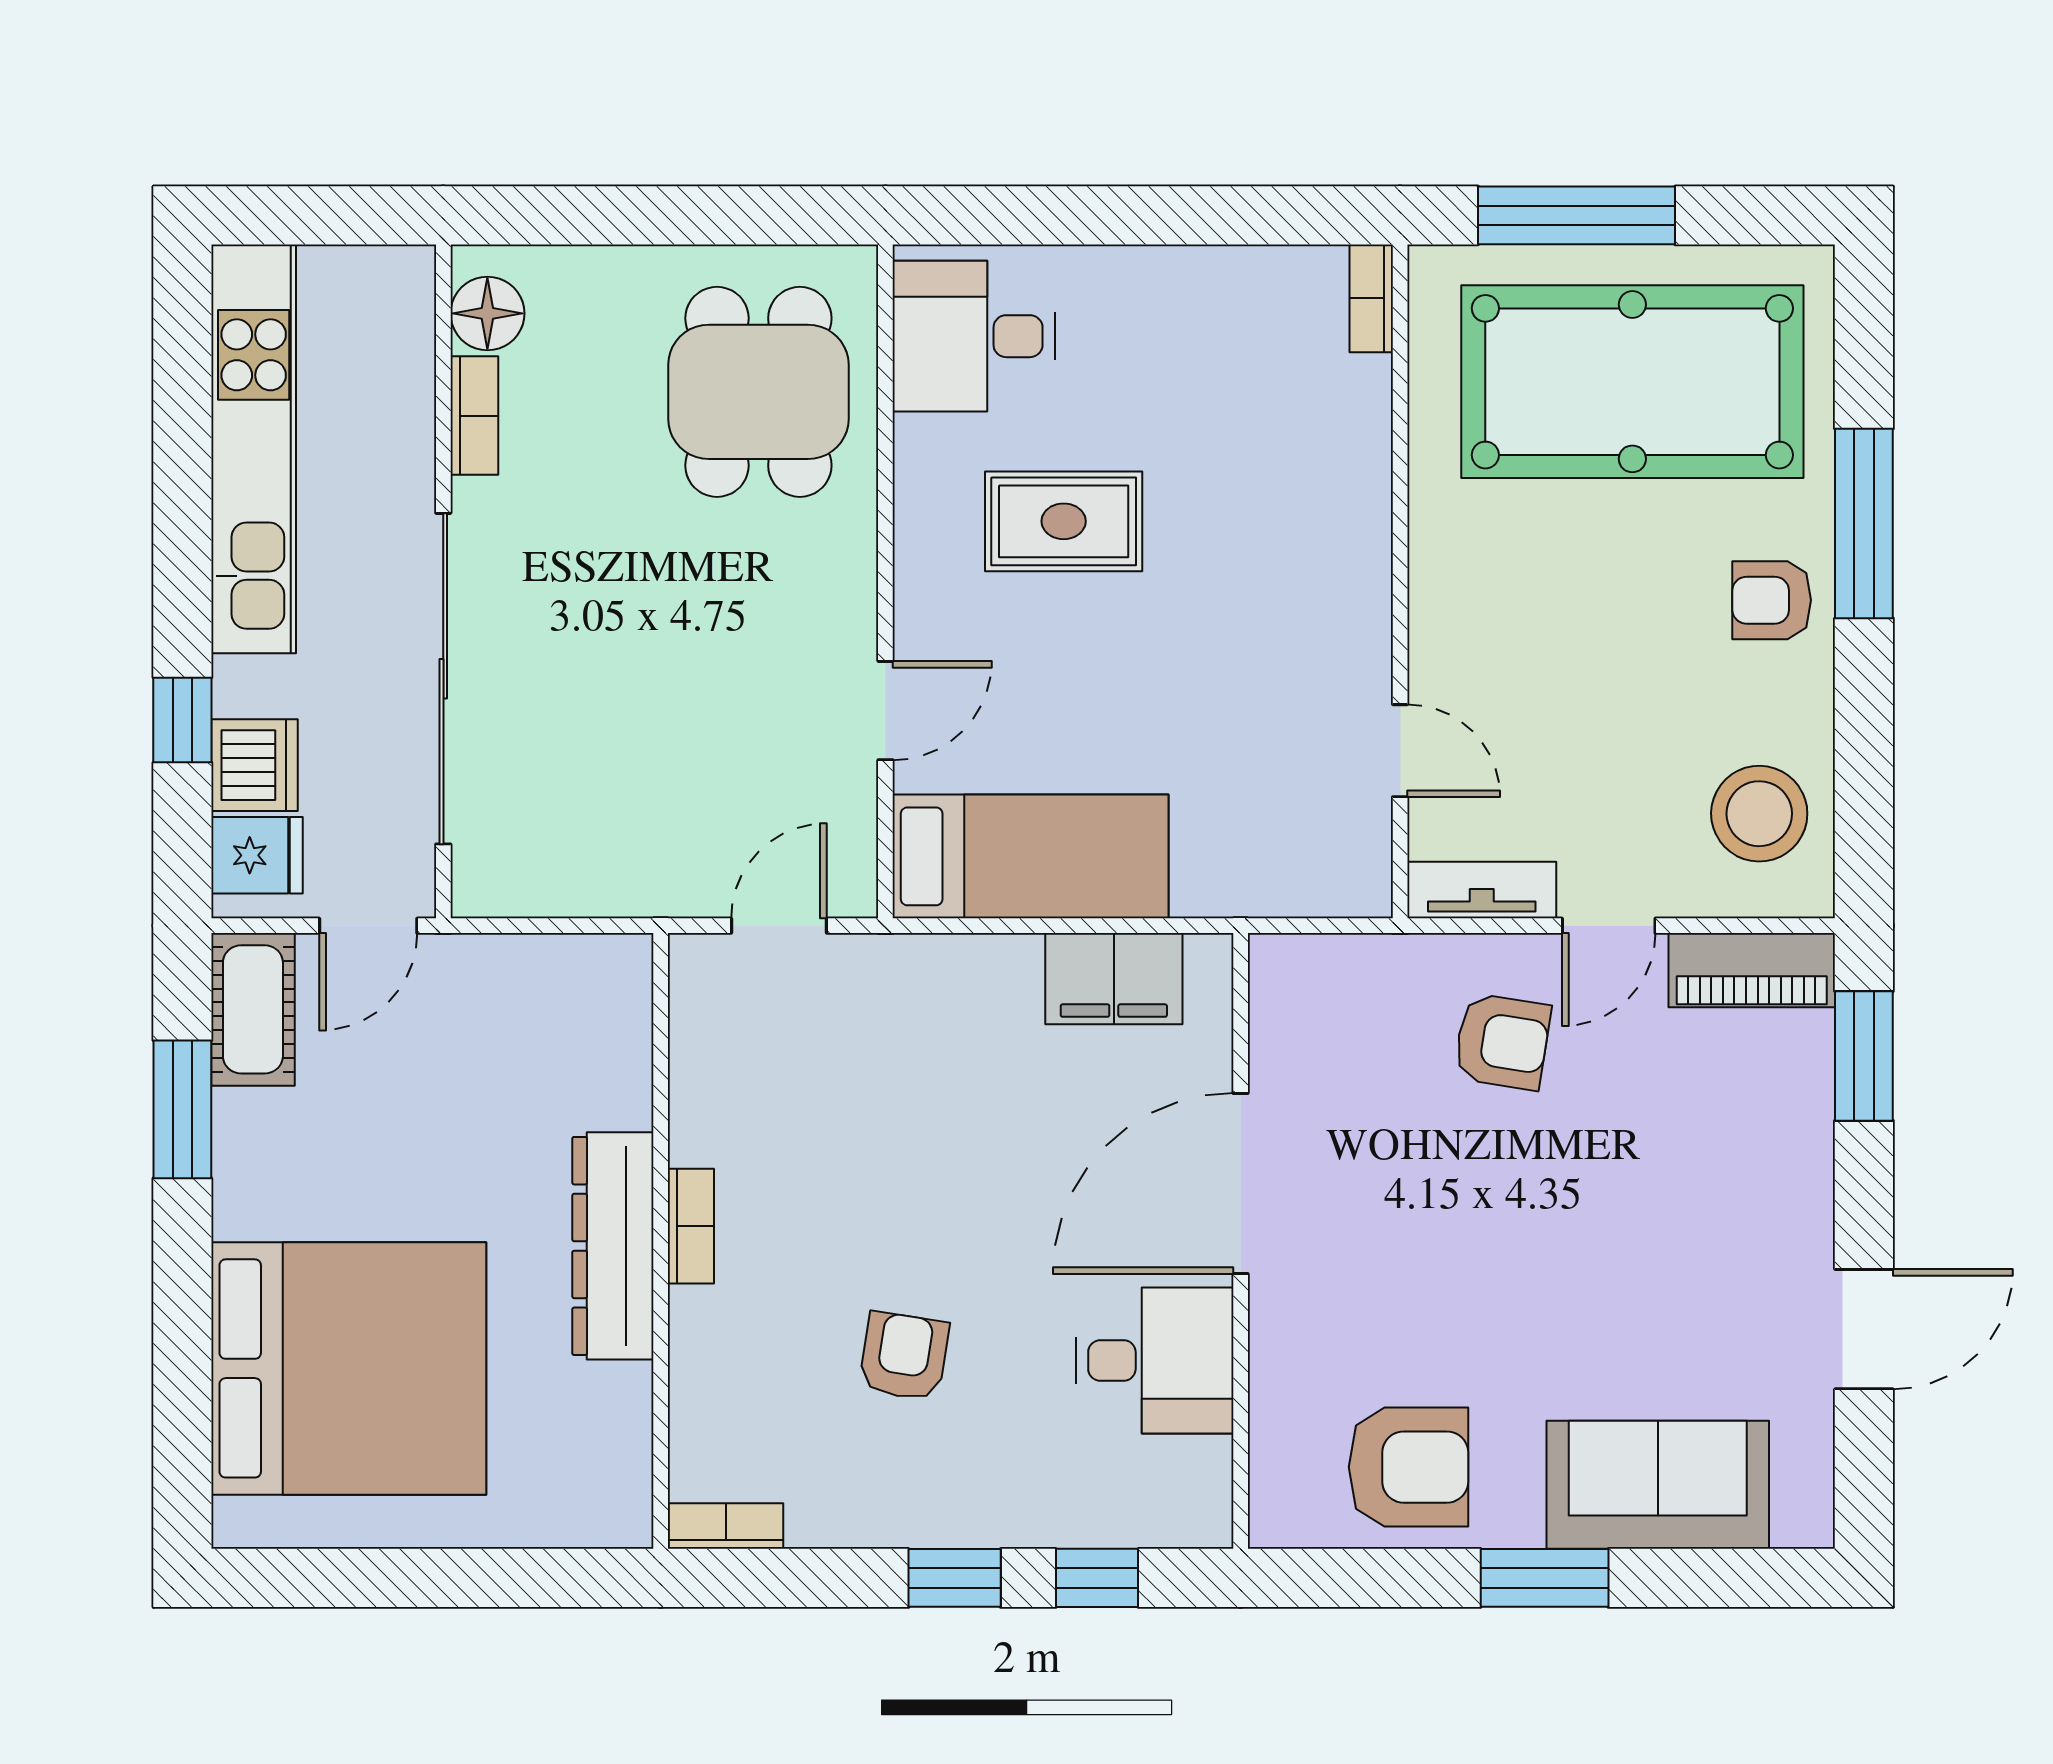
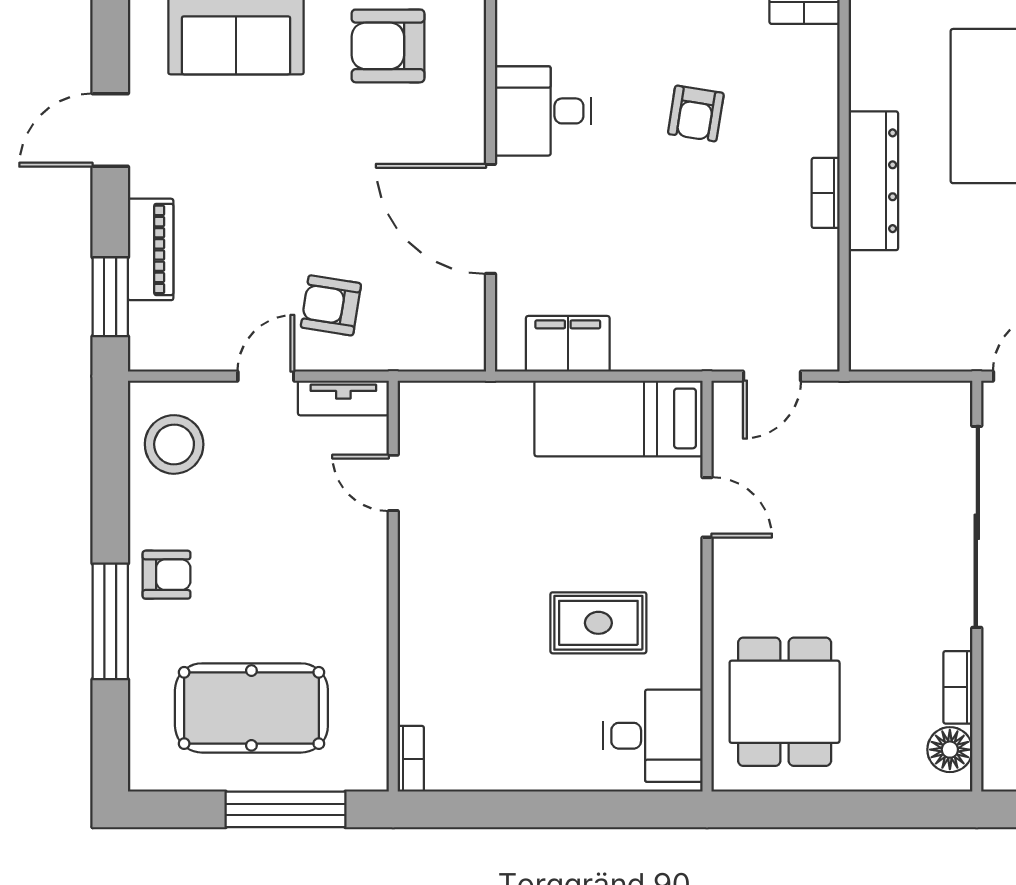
pool table: (1632, 382) -> (251, 708), width x0.73, depth x0.76
door: (885, 711) -> (707, 507), swing flipped
piano: (1752, 970) -> (151, 249), moved, turned 90
door: (1241, 1184) -> (490, 219), swing flipped

